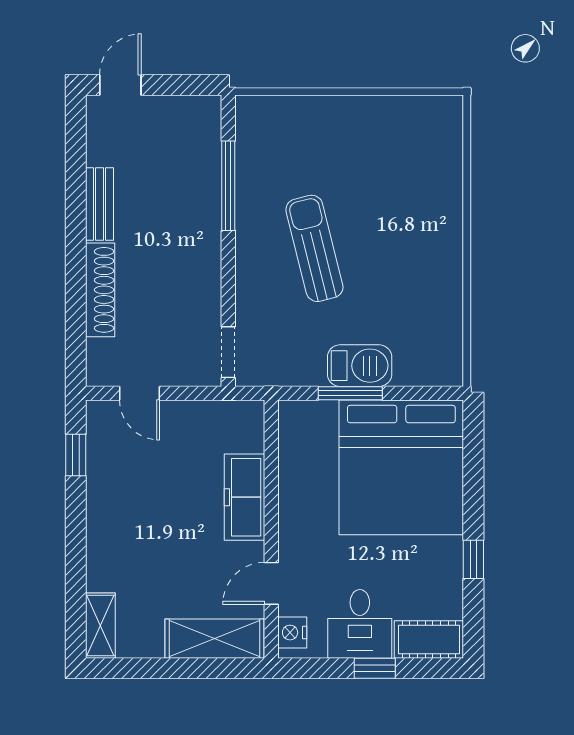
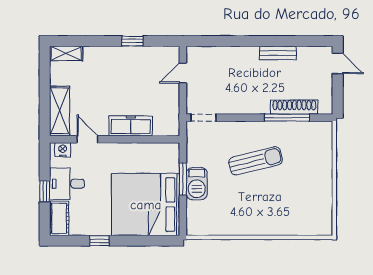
shoe rack: (100, 290) -> (294, 107), moved, turned 180
window: (76, 455) -> (132, 41), moved

